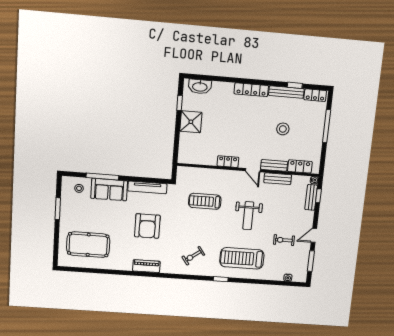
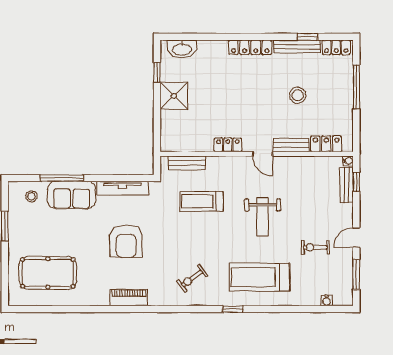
bench: (278, 179) -> (187, 163), moved

